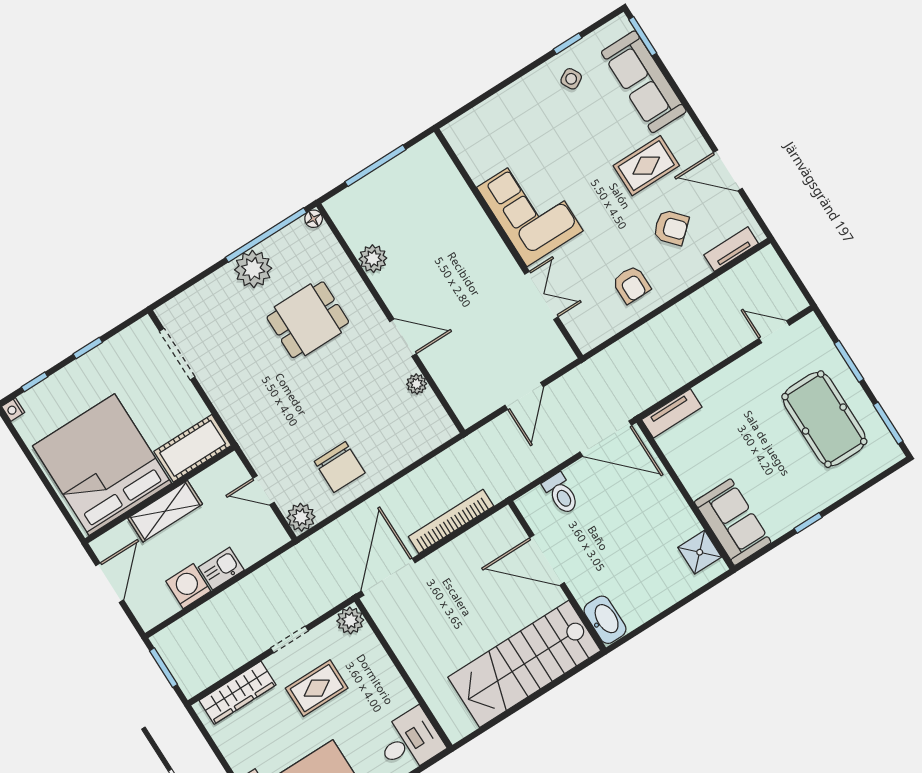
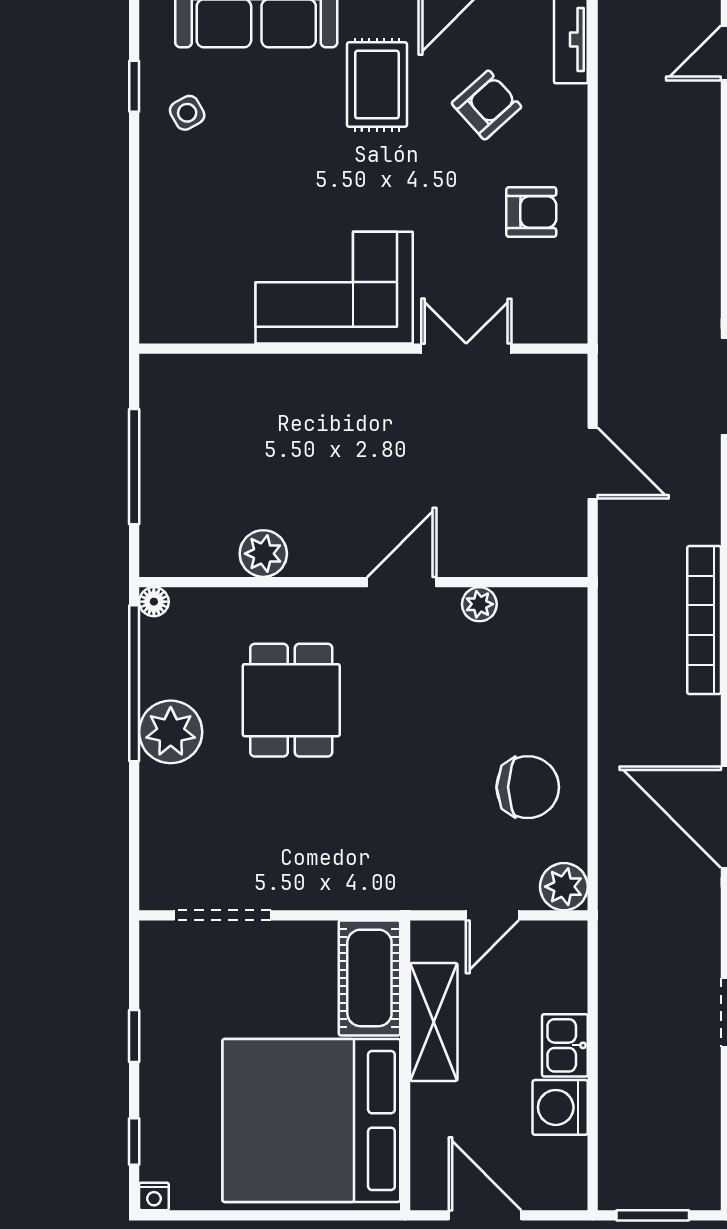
shelving: (165, 511) -> (434, 1022), moved
bookcase: (451, 521) -> (704, 620), moved

